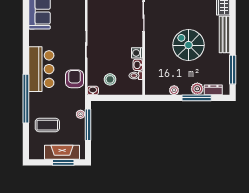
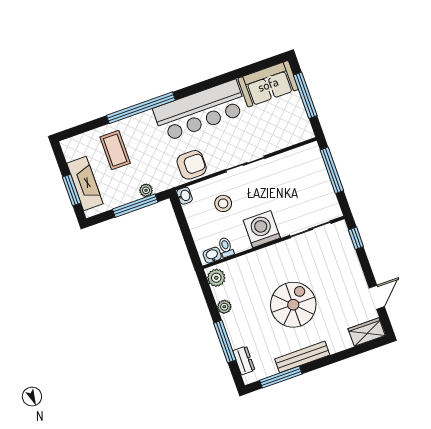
bench: (224, 34) -> (302, 357), moved
washing machine: (137, 53) -> (262, 229), width x1.89, depth x1.89
washbasin: (138, 65) -> (212, 255), moved
bar counter: (41, 69) -> (200, 111), width x1.36
stool: (110, 79) -> (223, 203), moved
plant: (197, 89) -> (216, 278), moved

